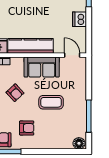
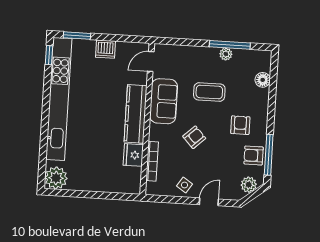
coffee table: (51, 102) -> (209, 92), turned 90
plant: (81, 113) -> (226, 54), added
floor lamp: (79, 143) -> (263, 80), moved

